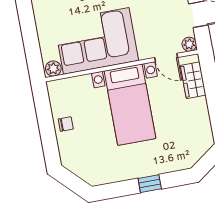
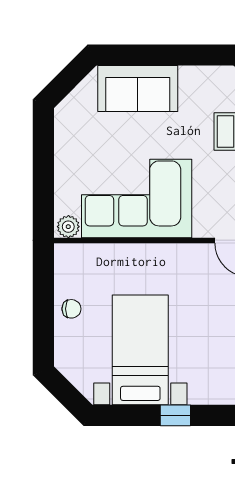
bed with nightstands: (130, 105) -> (140, 350), moved, turned 180

